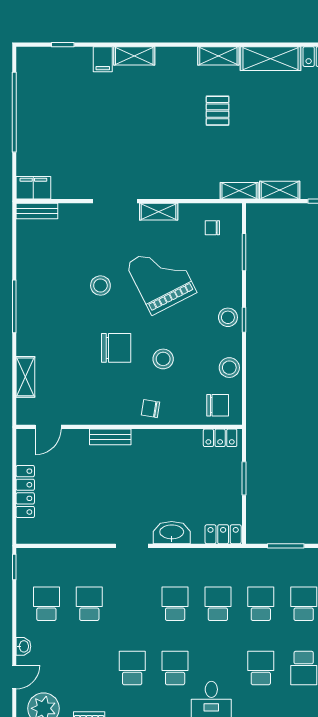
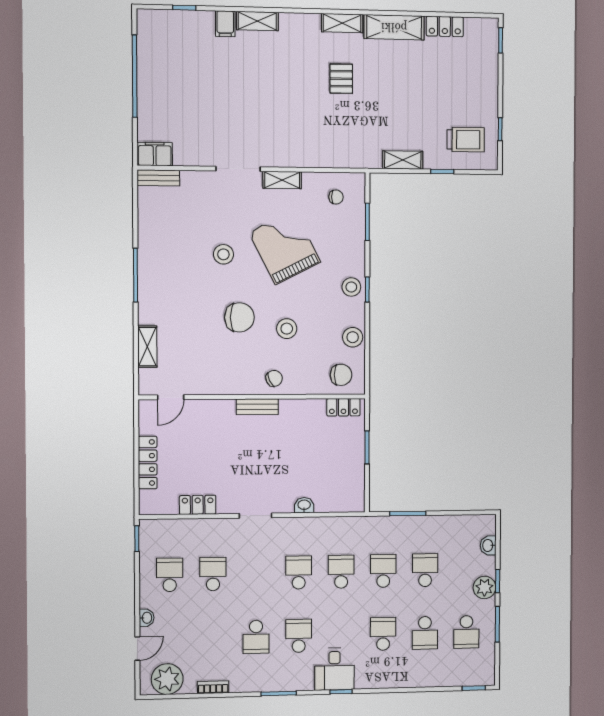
shelving: (239, 191) -> (363, 160), removed
chair: (212, 228) -> (336, 197), turned 180
chair: (151, 409) -> (274, 378), turned 146
bench: (110, 437) -> (257, 407), moved
washbasin: (172, 533) -> (304, 505), width x0.52, depth x0.69
locker: (223, 534) -> (198, 505), moved
school desk: (132, 668) -> (256, 637), turned 180

